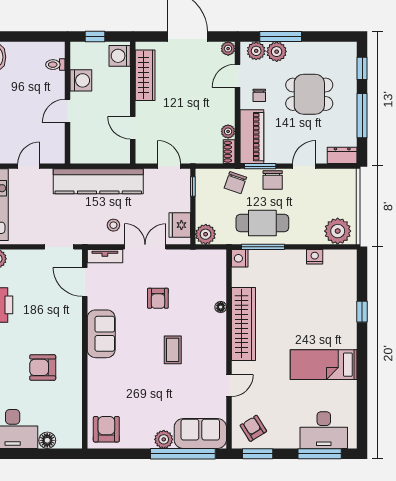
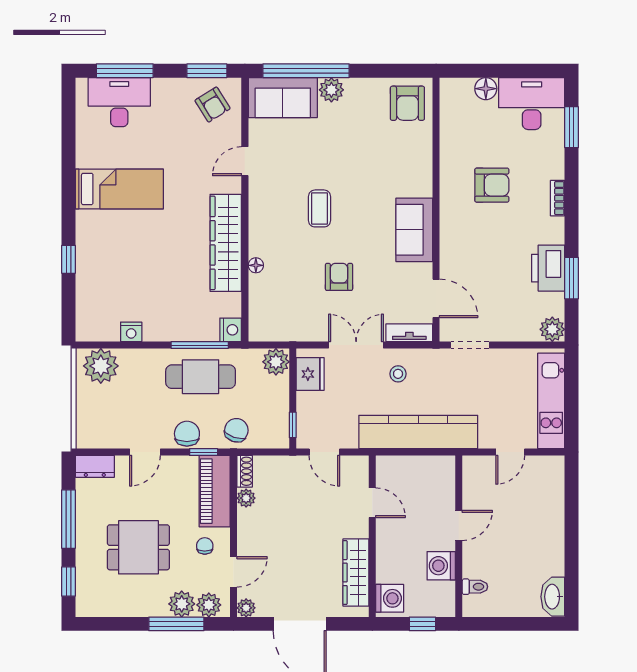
window: (260, 166) -> (204, 452), width x0.67
double door: (145, 247) -> (356, 345), swing flipped

